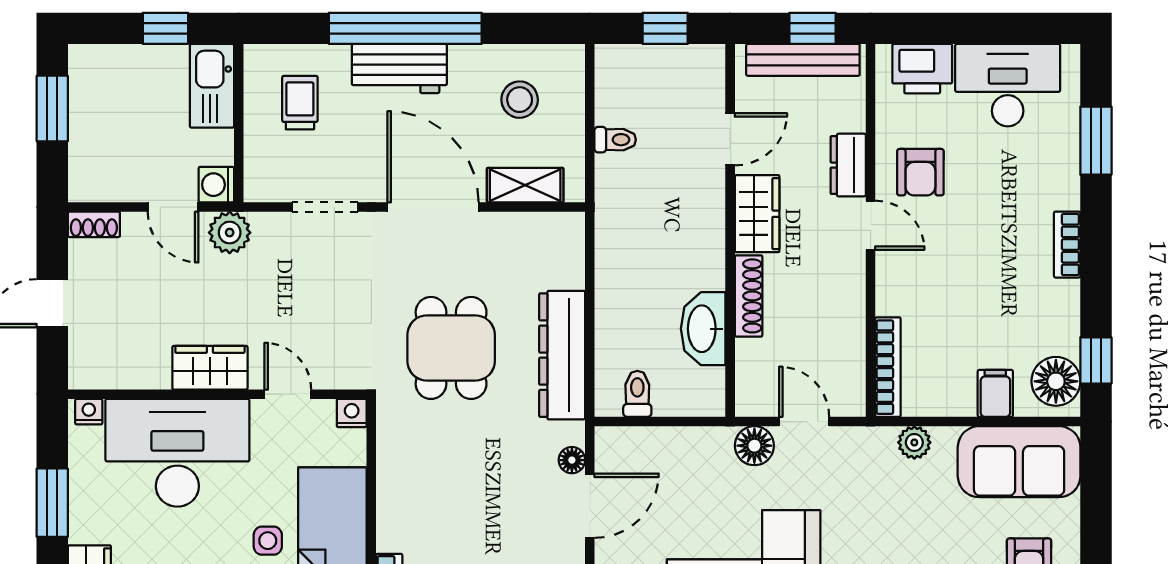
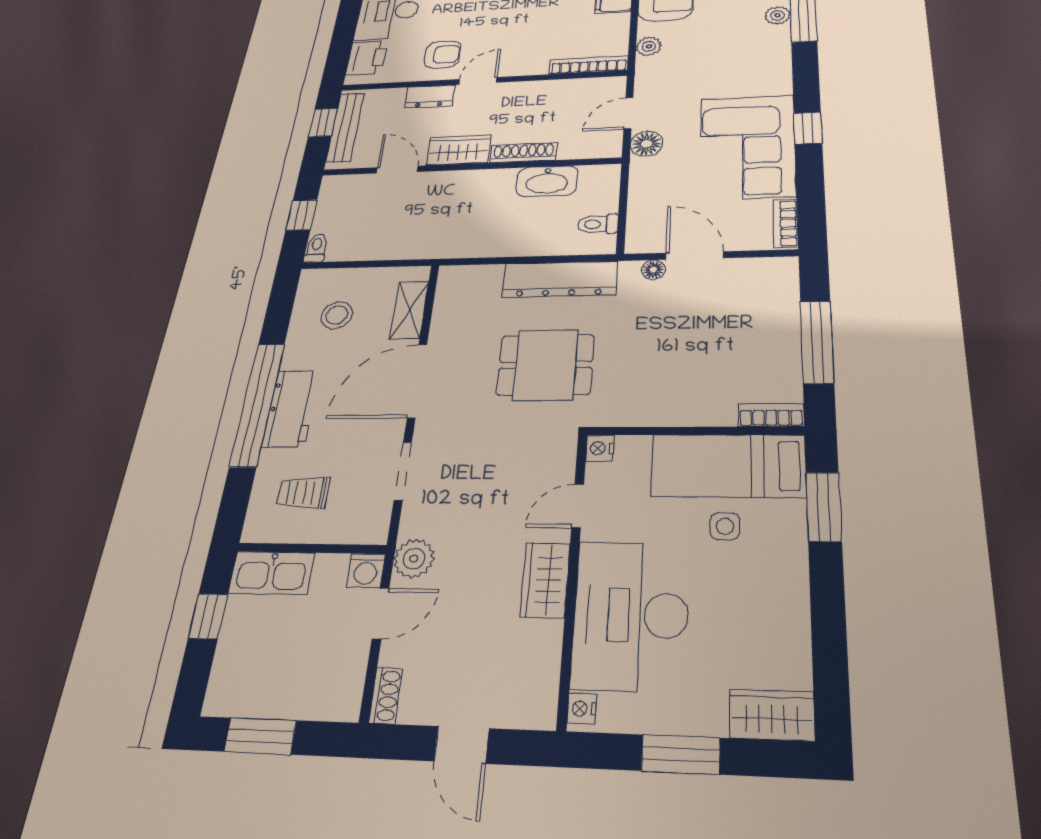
toilet: (615, 140) -> (316, 248), moved

